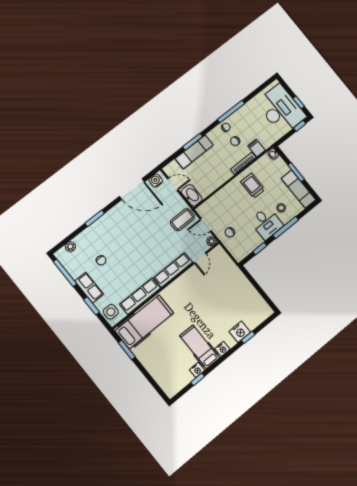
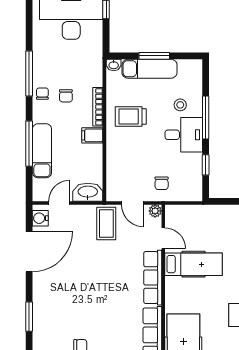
window: (193, 142) -> (29, 144), width x1.44
filing cabinet: (256, 148) -> (92, 135), moved
exam couch: (298, 189) -> (150, 69), moved
door: (206, 225) -> (132, 203), hinge flipped
hospital bed: (199, 287) -> (193, 264), added

